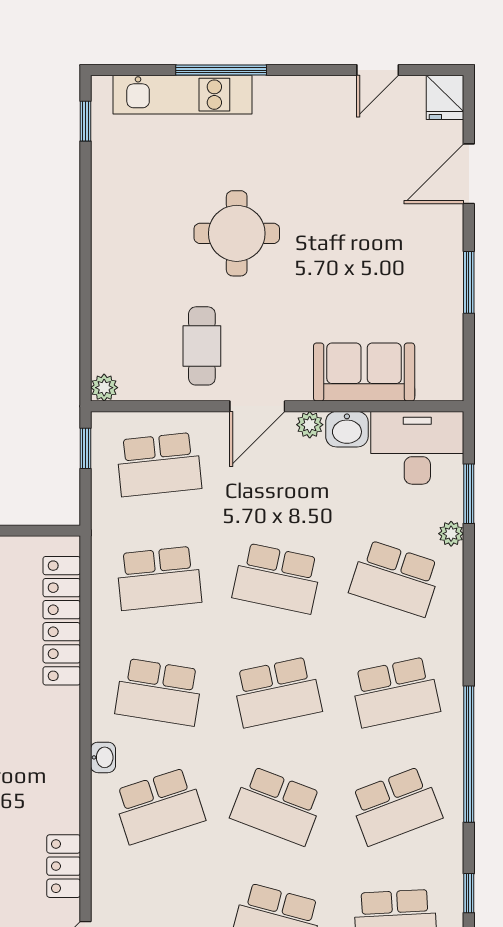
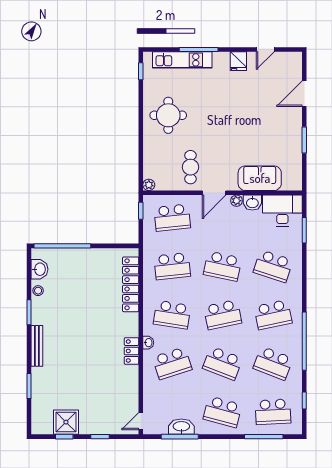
fridge: (445, 97) -> (238, 61), moved
round table: (237, 233) -> (168, 115), moved
plant: (451, 534) -> (297, 247), removed
school desk: (395, 806) -> (273, 363), turned 42
locker: (64, 866) -> (132, 351), moved

